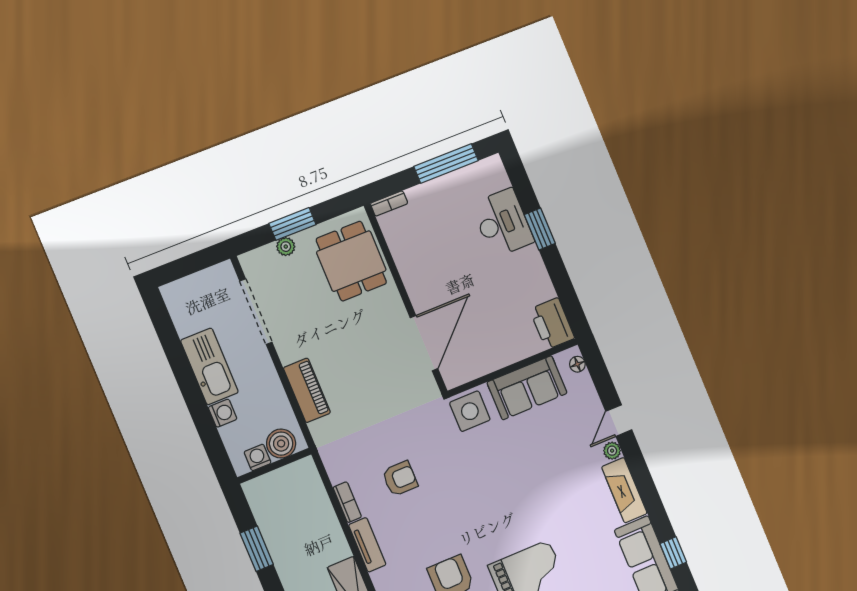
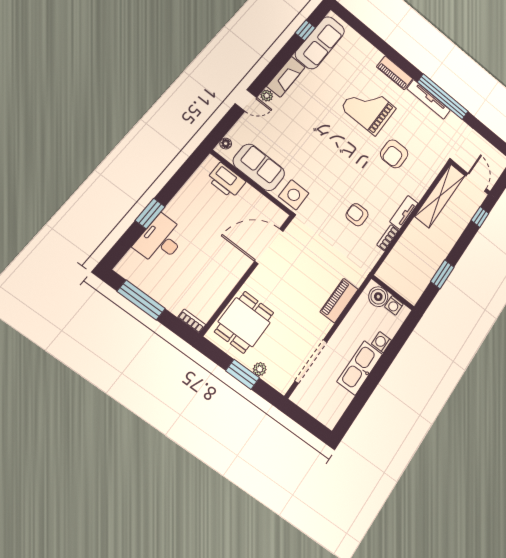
printer: (552, 324) -> (226, 180), moved, turned 90

